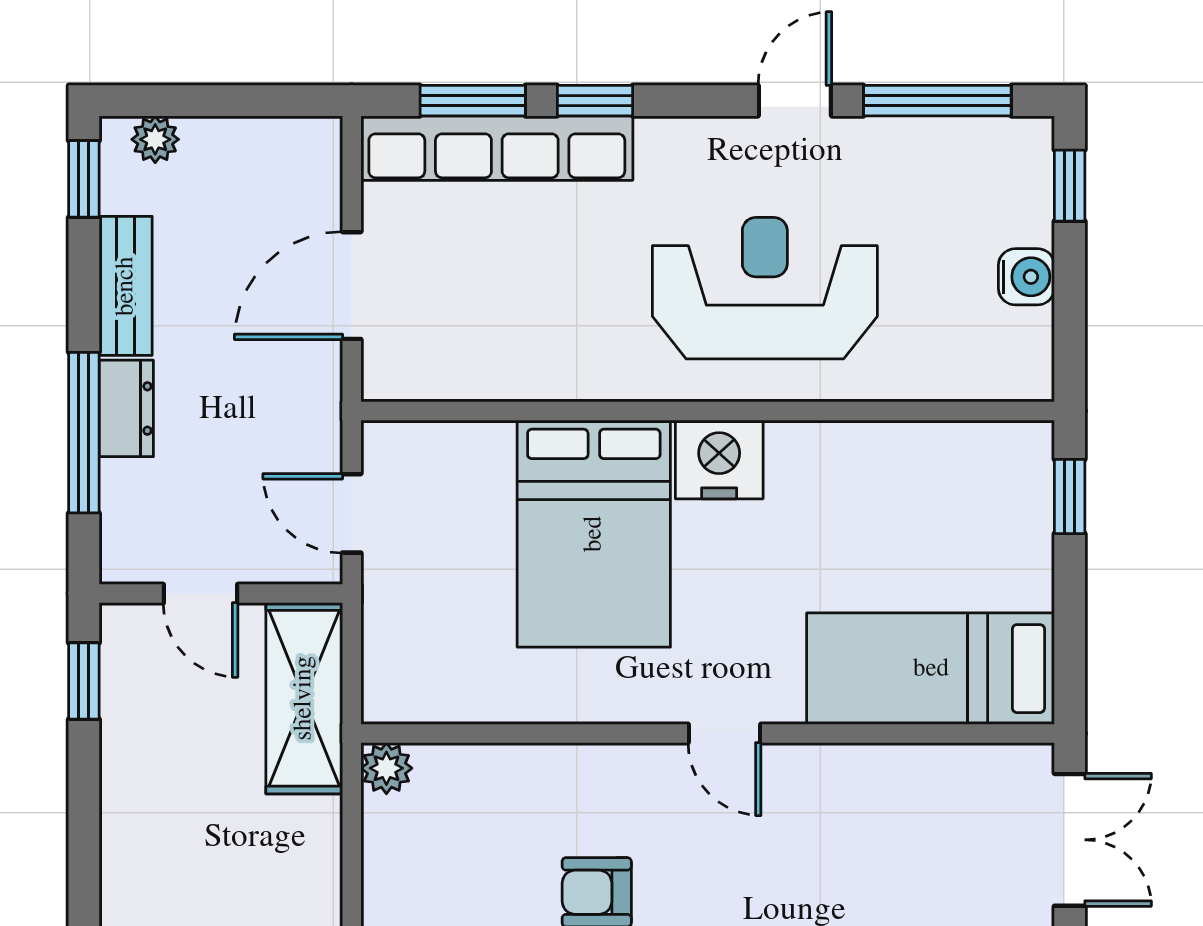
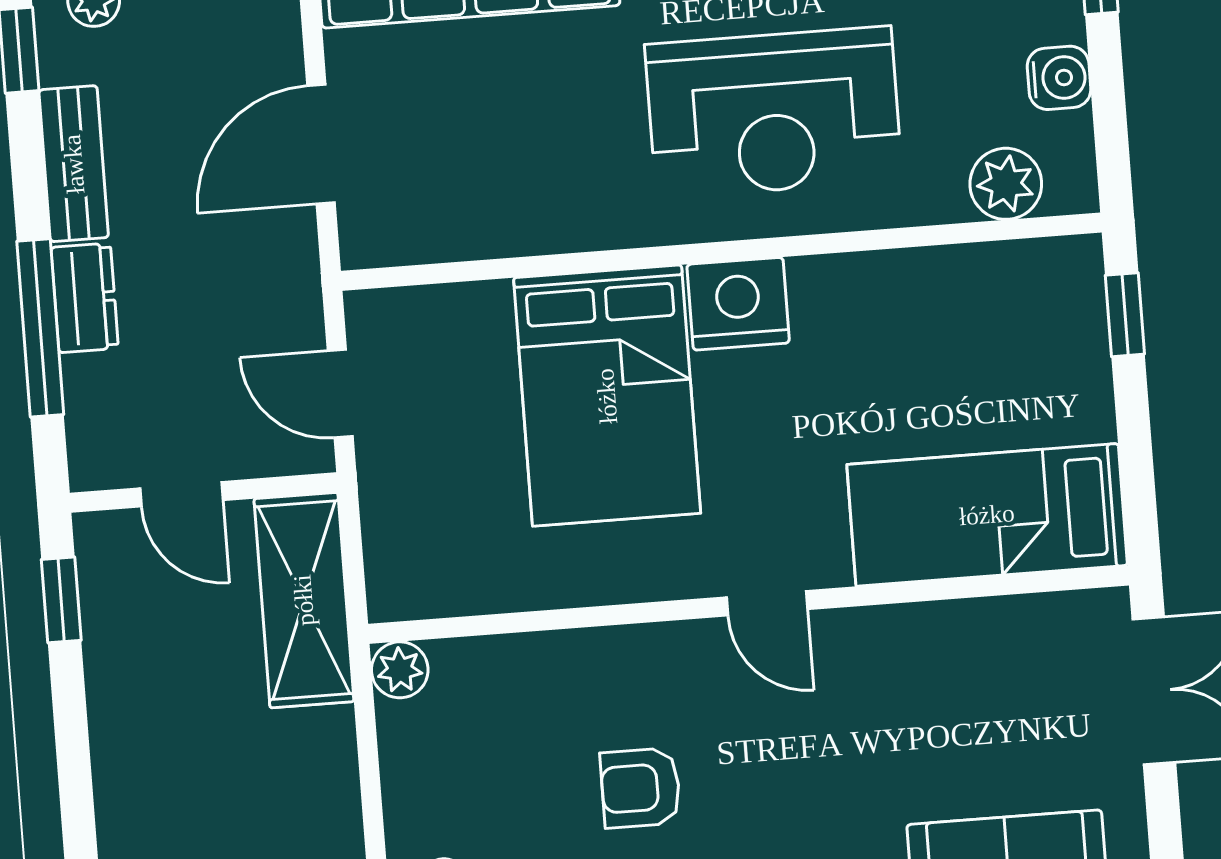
reception desk: (765, 288) -> (774, 112), turned 180
plant: (971, 369) -> (1006, 184), added

